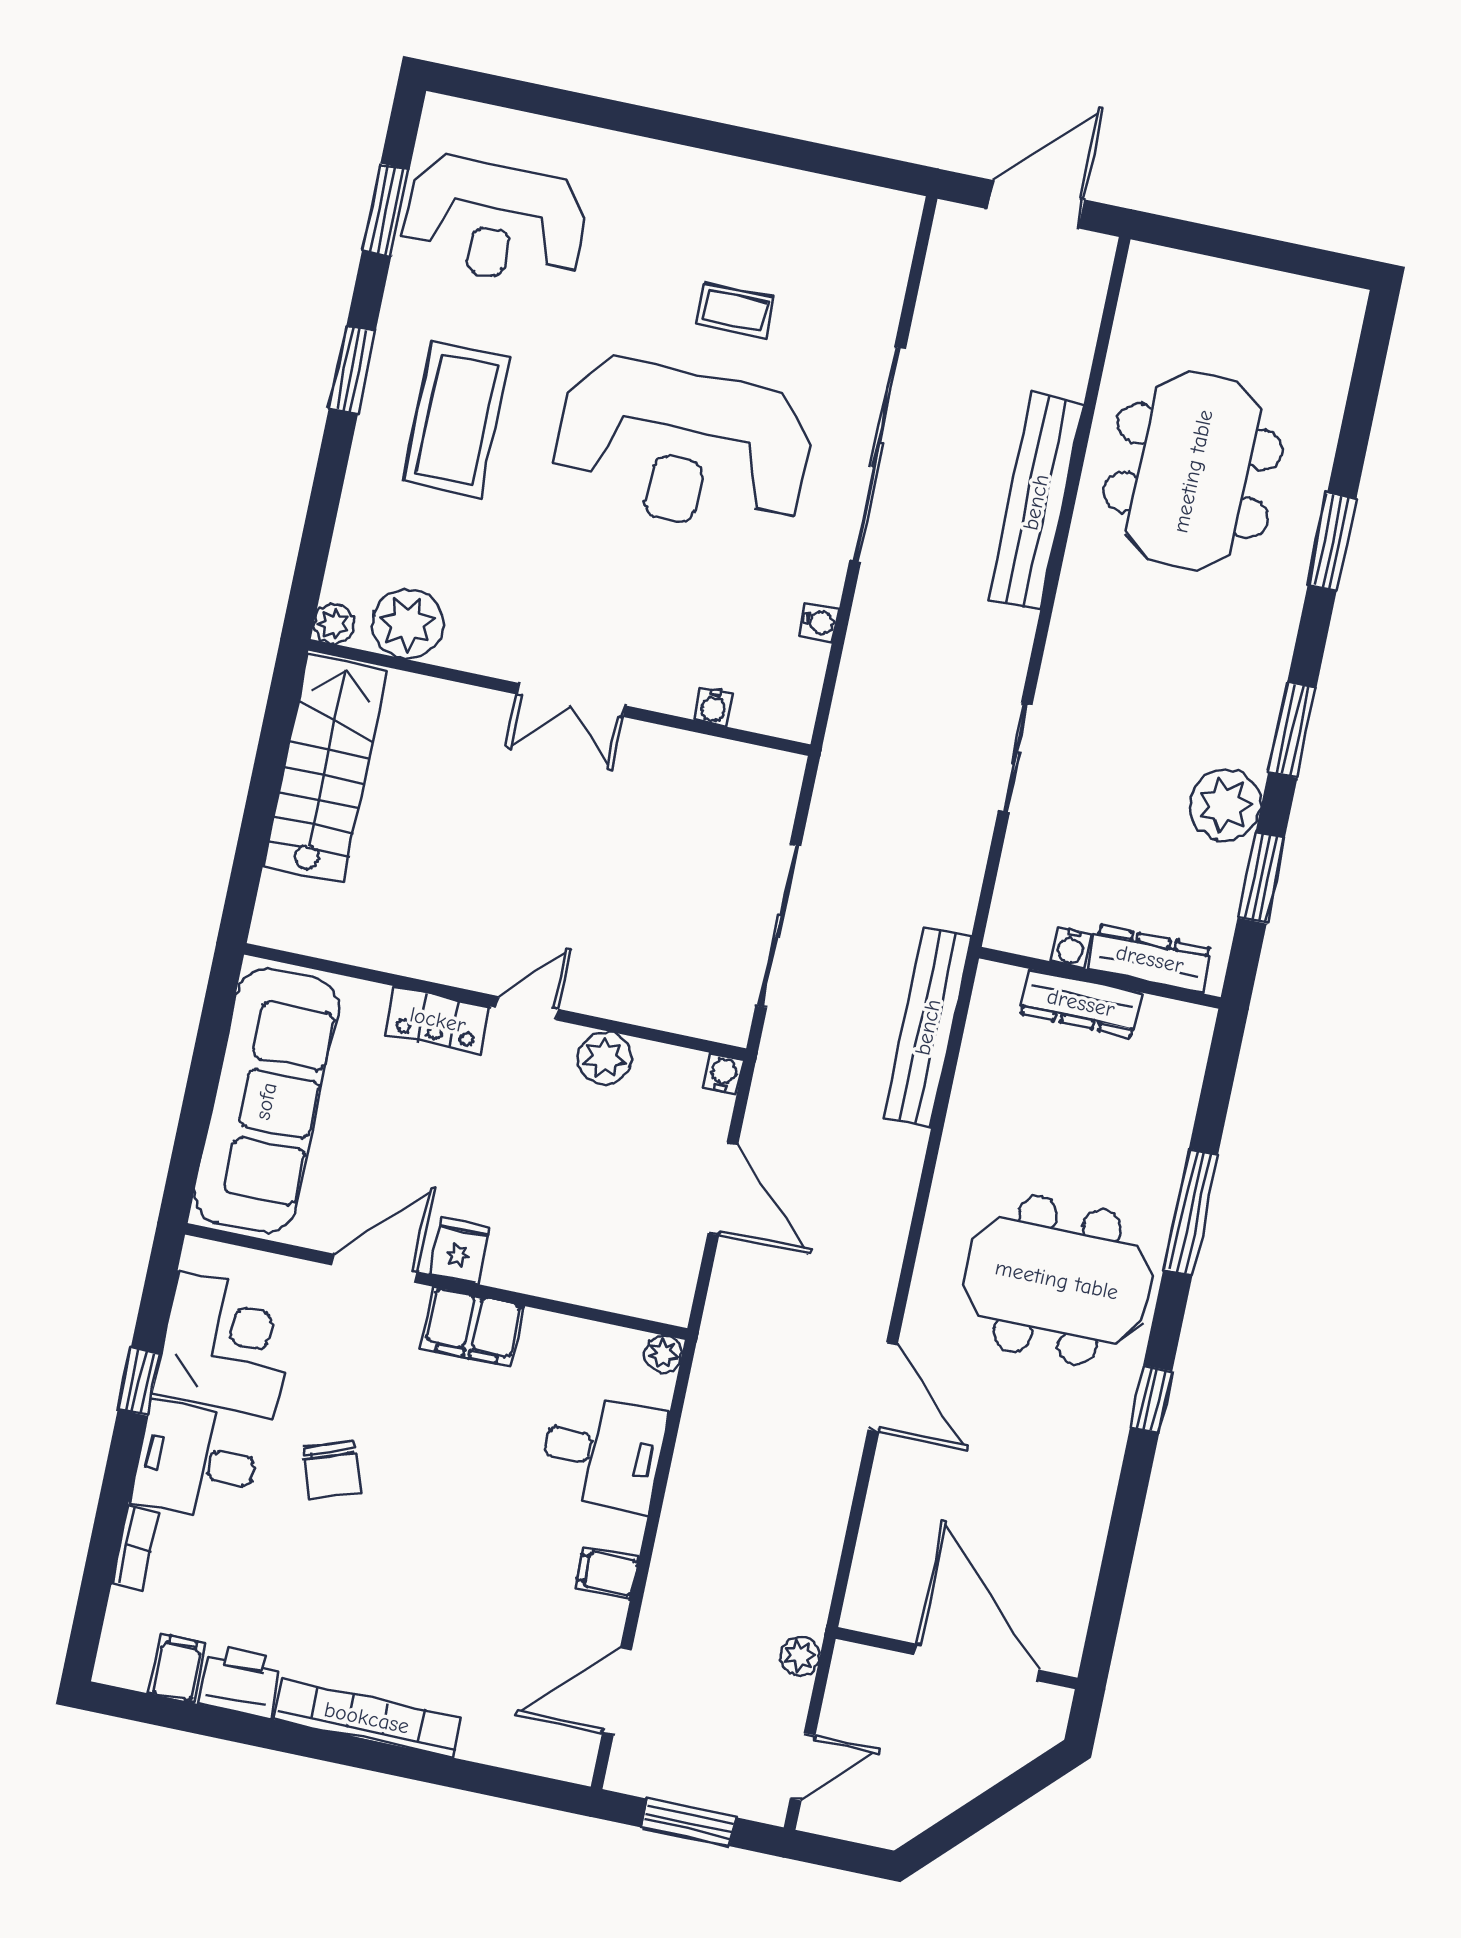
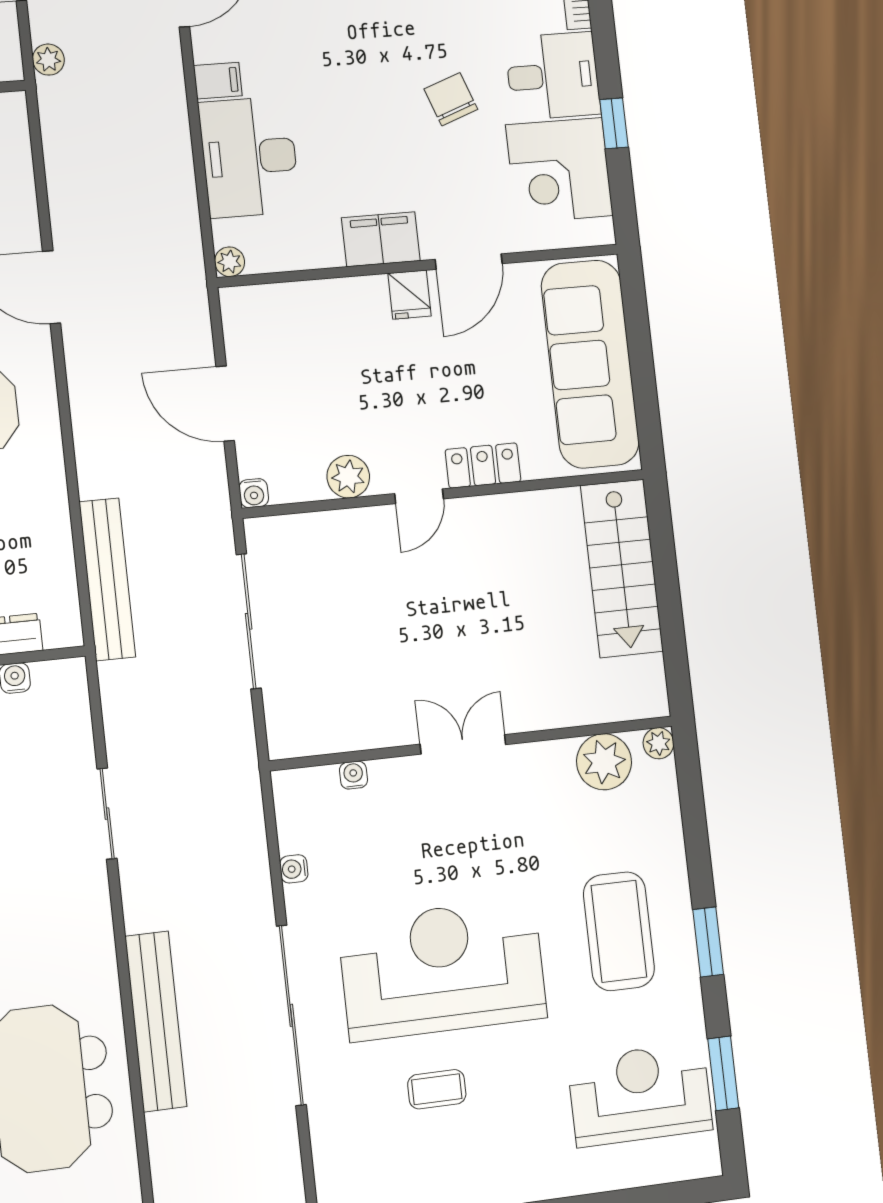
stairs: (325, 768) -> (622, 568), moved
desk: (603, 1452) -> (249, 157), width x1.37

